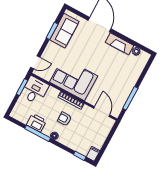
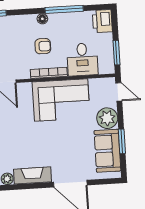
plant: (52, 51) -> (107, 118), added
door: (35, 62) -> (119, 92), swing flipped
desk: (35, 90) -> (82, 59), moved
printer: (36, 123) -> (102, 21), moved, turned 90

